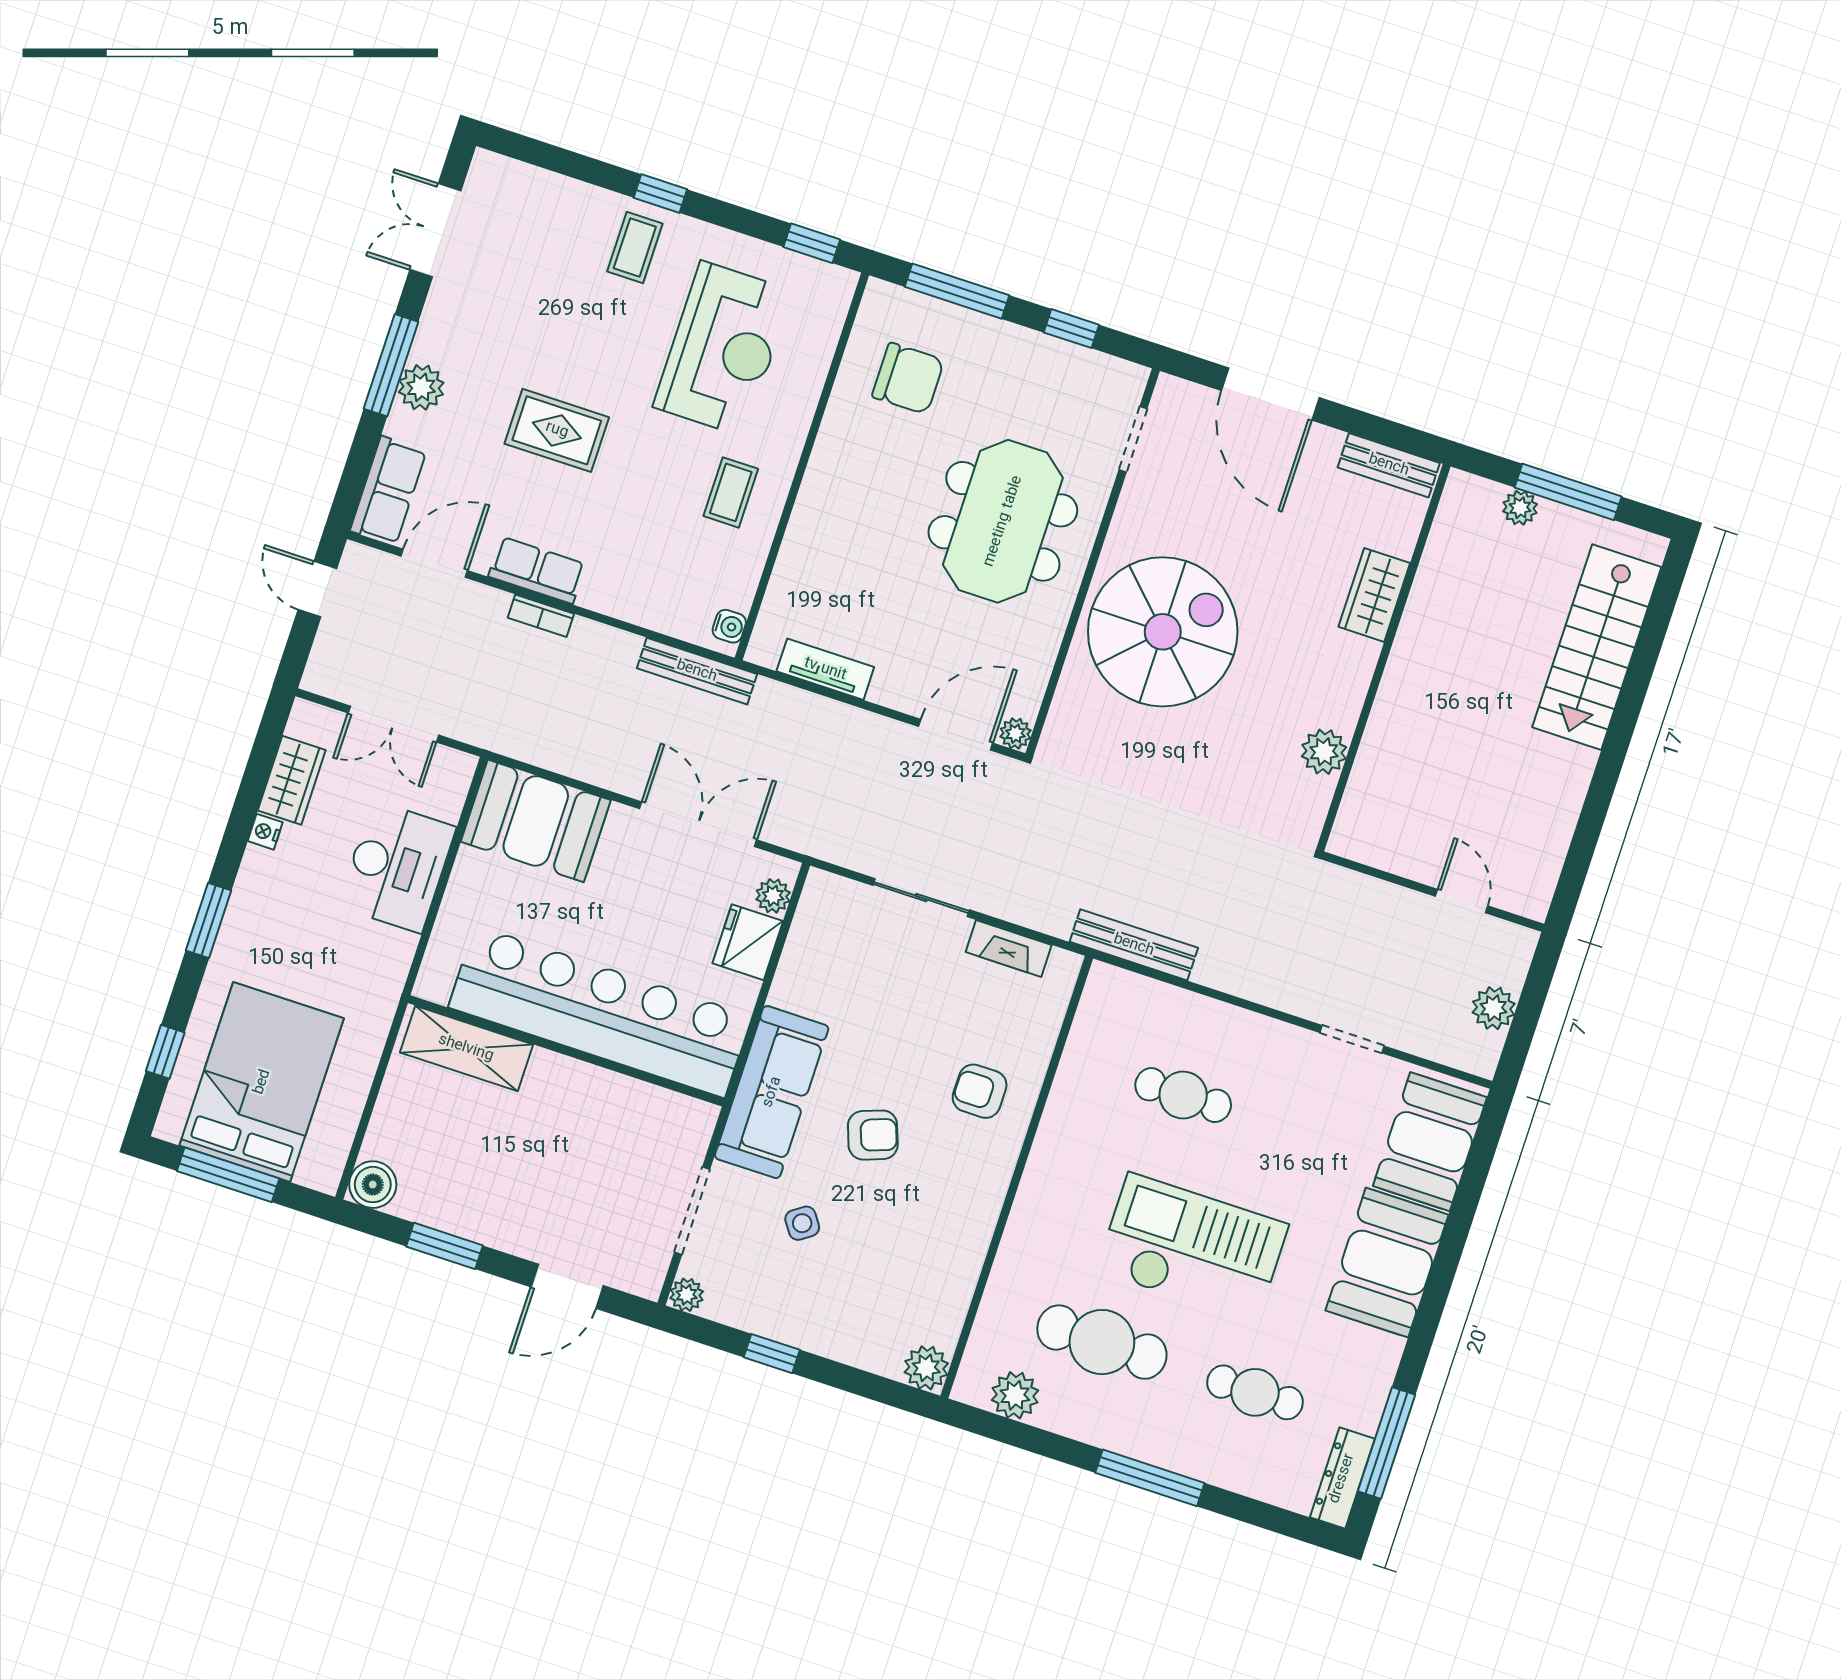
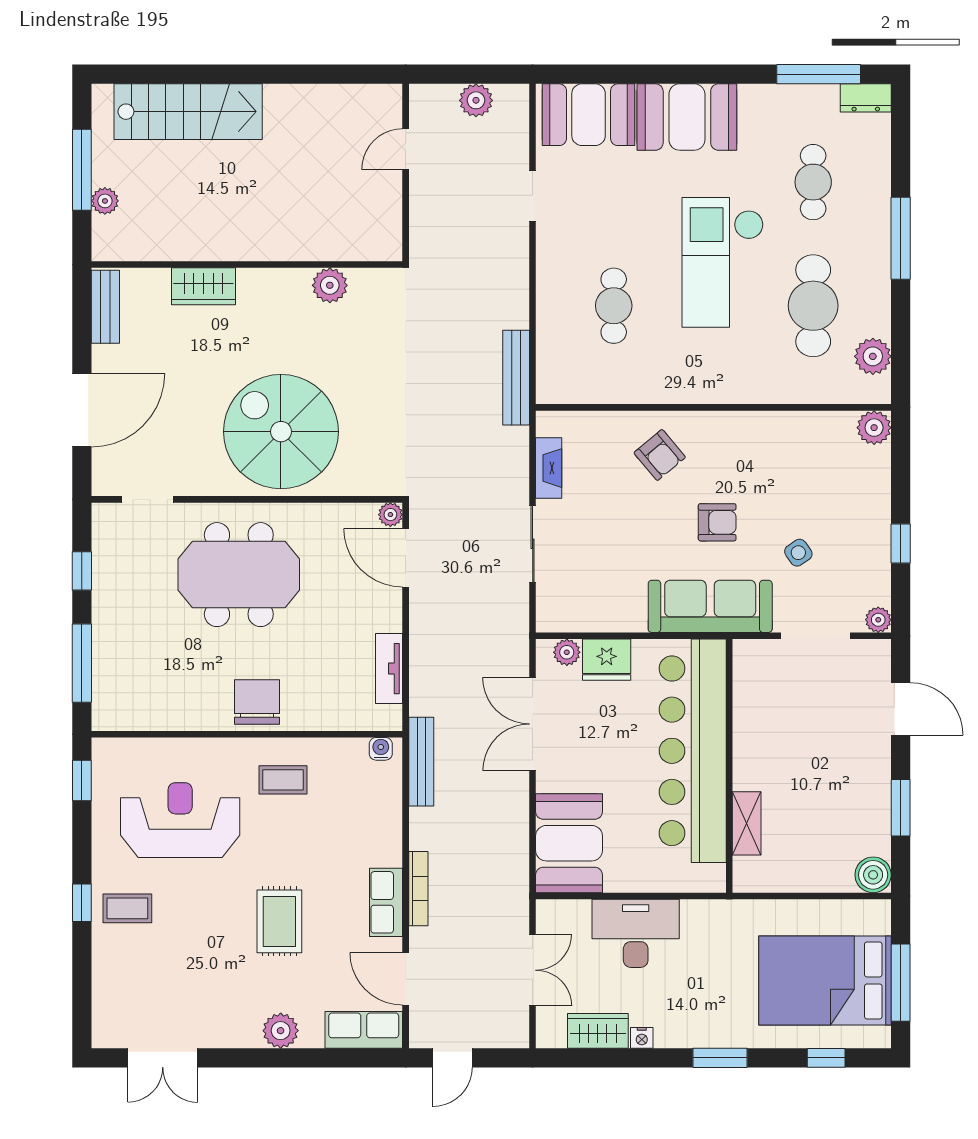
window: (391, 365) -> (272, 1058), removed
chair: (908, 378) -> (257, 702), moved
bookcase: (541, 616) -> (418, 889), width x1.56
shelving: (466, 1048) -> (747, 823), width x0.67, depth x0.75
armchair: (980, 1091) -> (660, 455), turned -40
armchair: (873, 1135) -> (717, 522), turned 110
dresser: (1342, 1478) -> (866, 98), width x0.70

